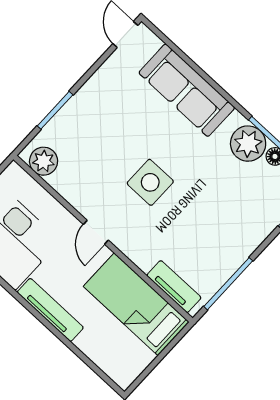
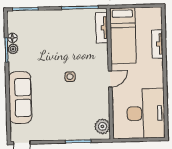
plant: (248, 144) -> (13, 49), width x0.53, depth x0.53
side table: (150, 182) -> (70, 77), width x0.54, depth x0.54
tv unit: (50, 310) -> (157, 44), moved, width x0.71

